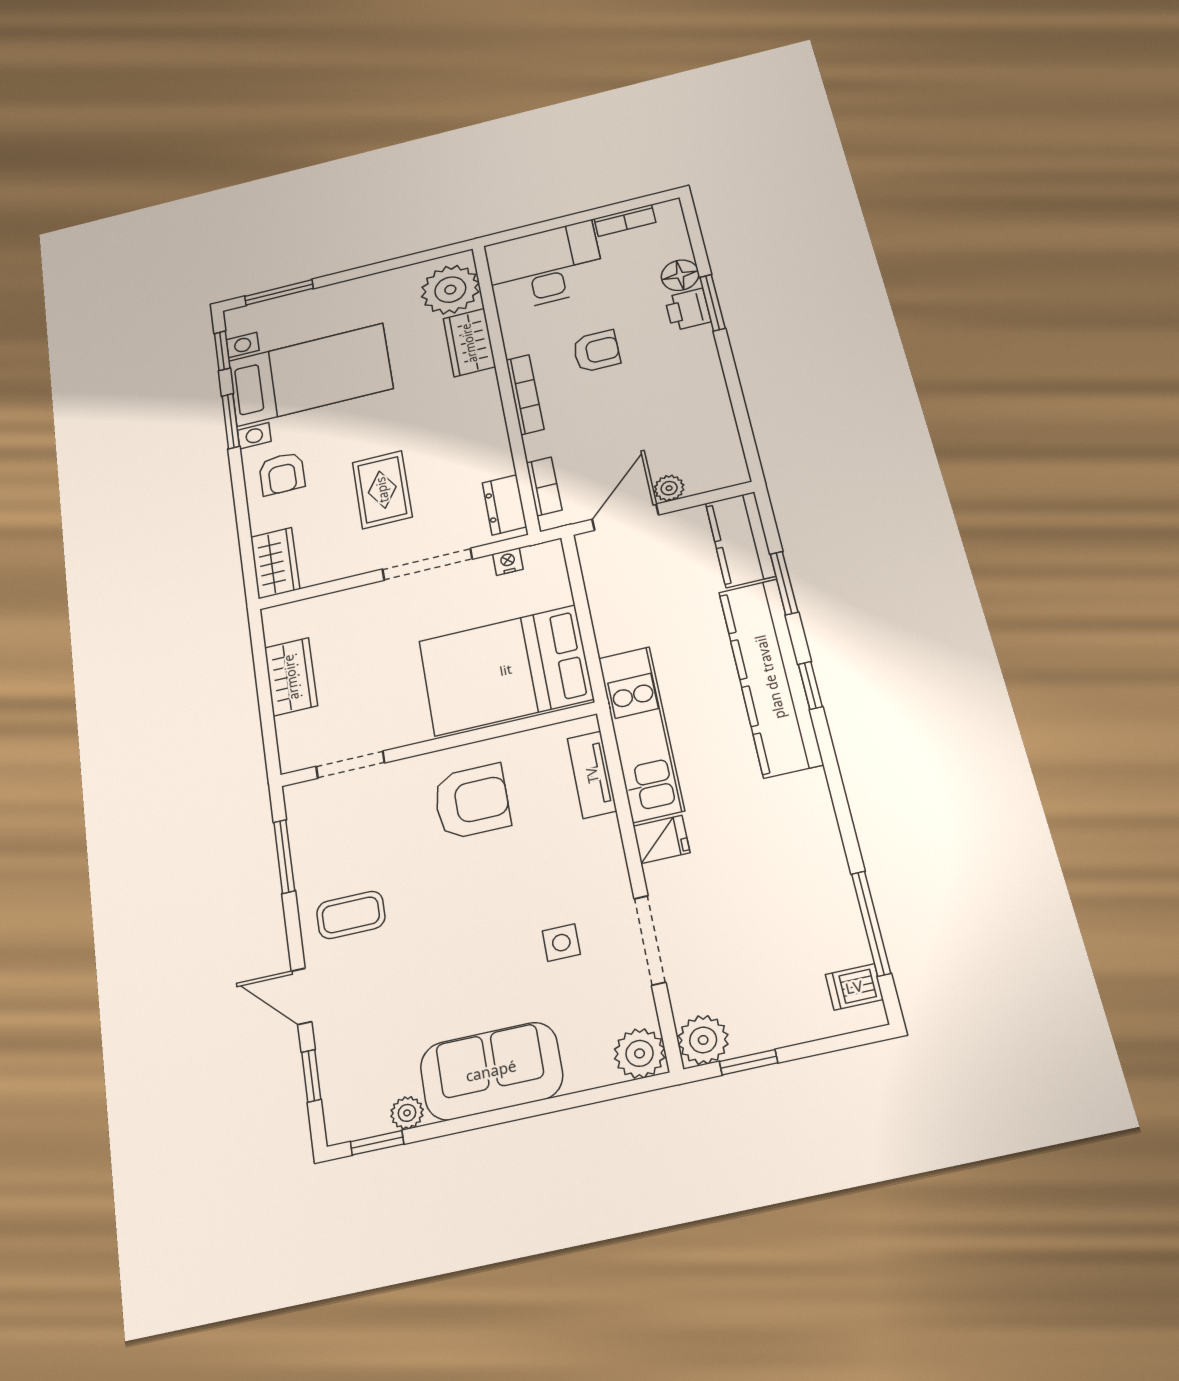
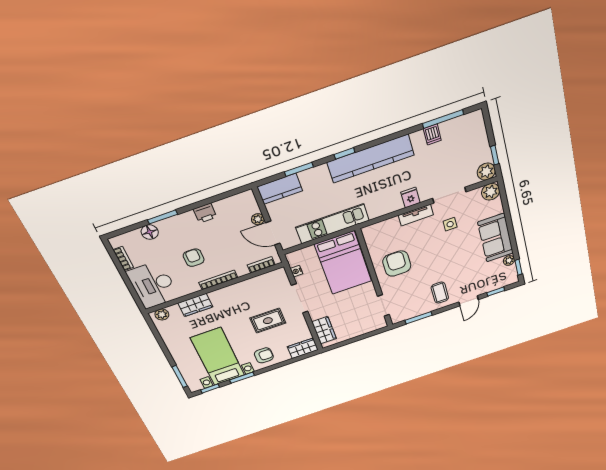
plant: (450, 290) -> (162, 315), width x0.53, depth x0.53
printer: (688, 310) -> (205, 213), moved
dresser: (504, 505) -> (271, 277), removed
wardrobe: (291, 677) -> (324, 330), moved, turned 90
kitchen counter: (770, 677) -> (371, 159), moved
kitchen unit: (641, 733) -> (332, 224), moved
tv unit: (592, 775) -> (416, 215), moved
dishwasher: (854, 987) -> (432, 135), moved

